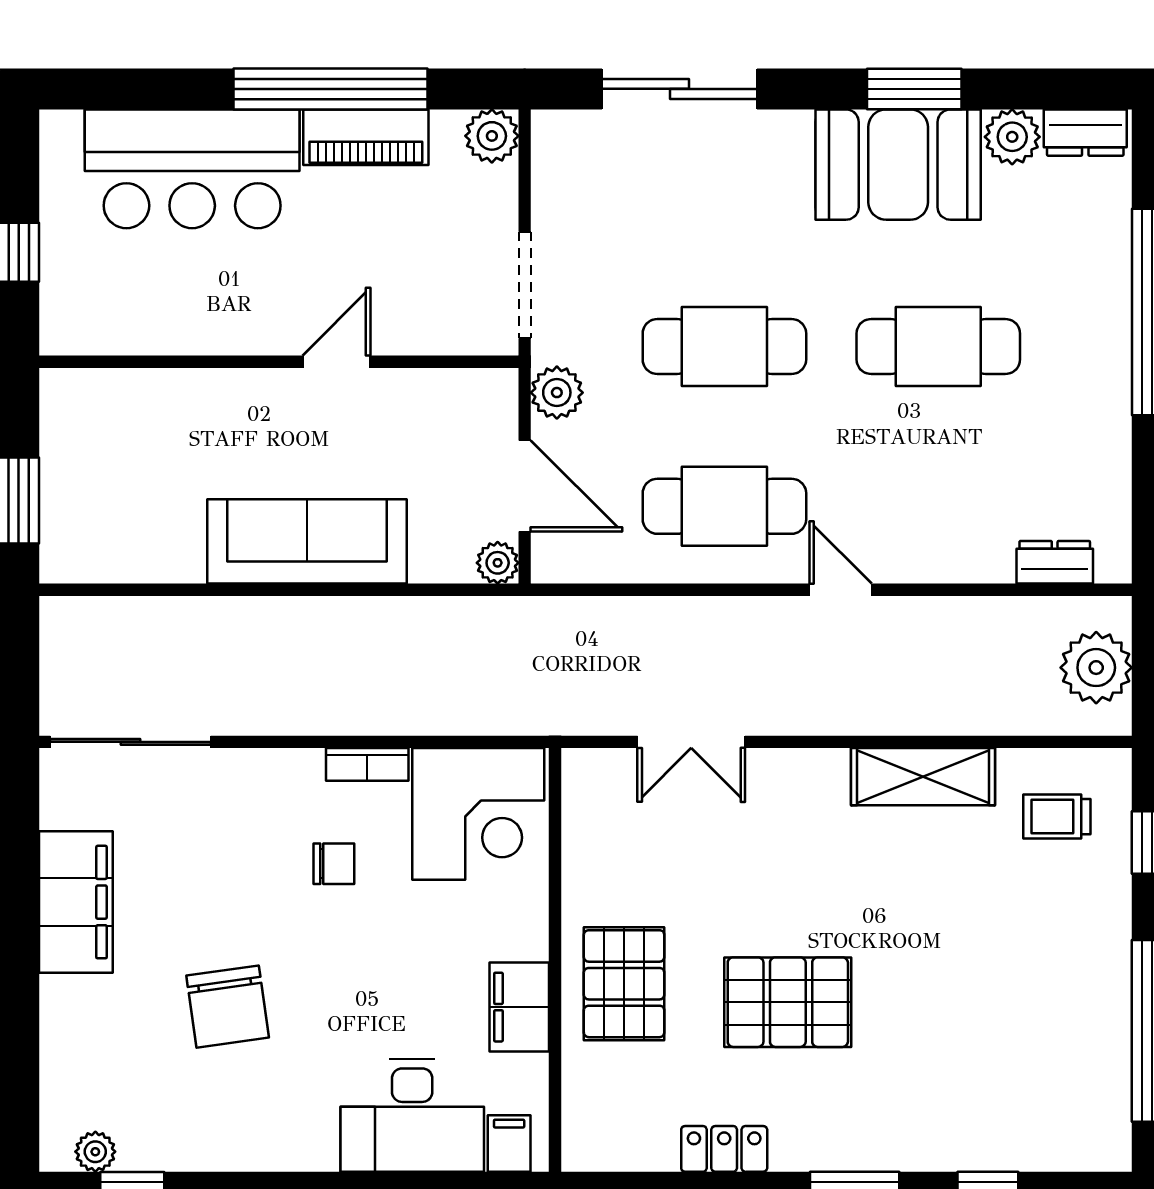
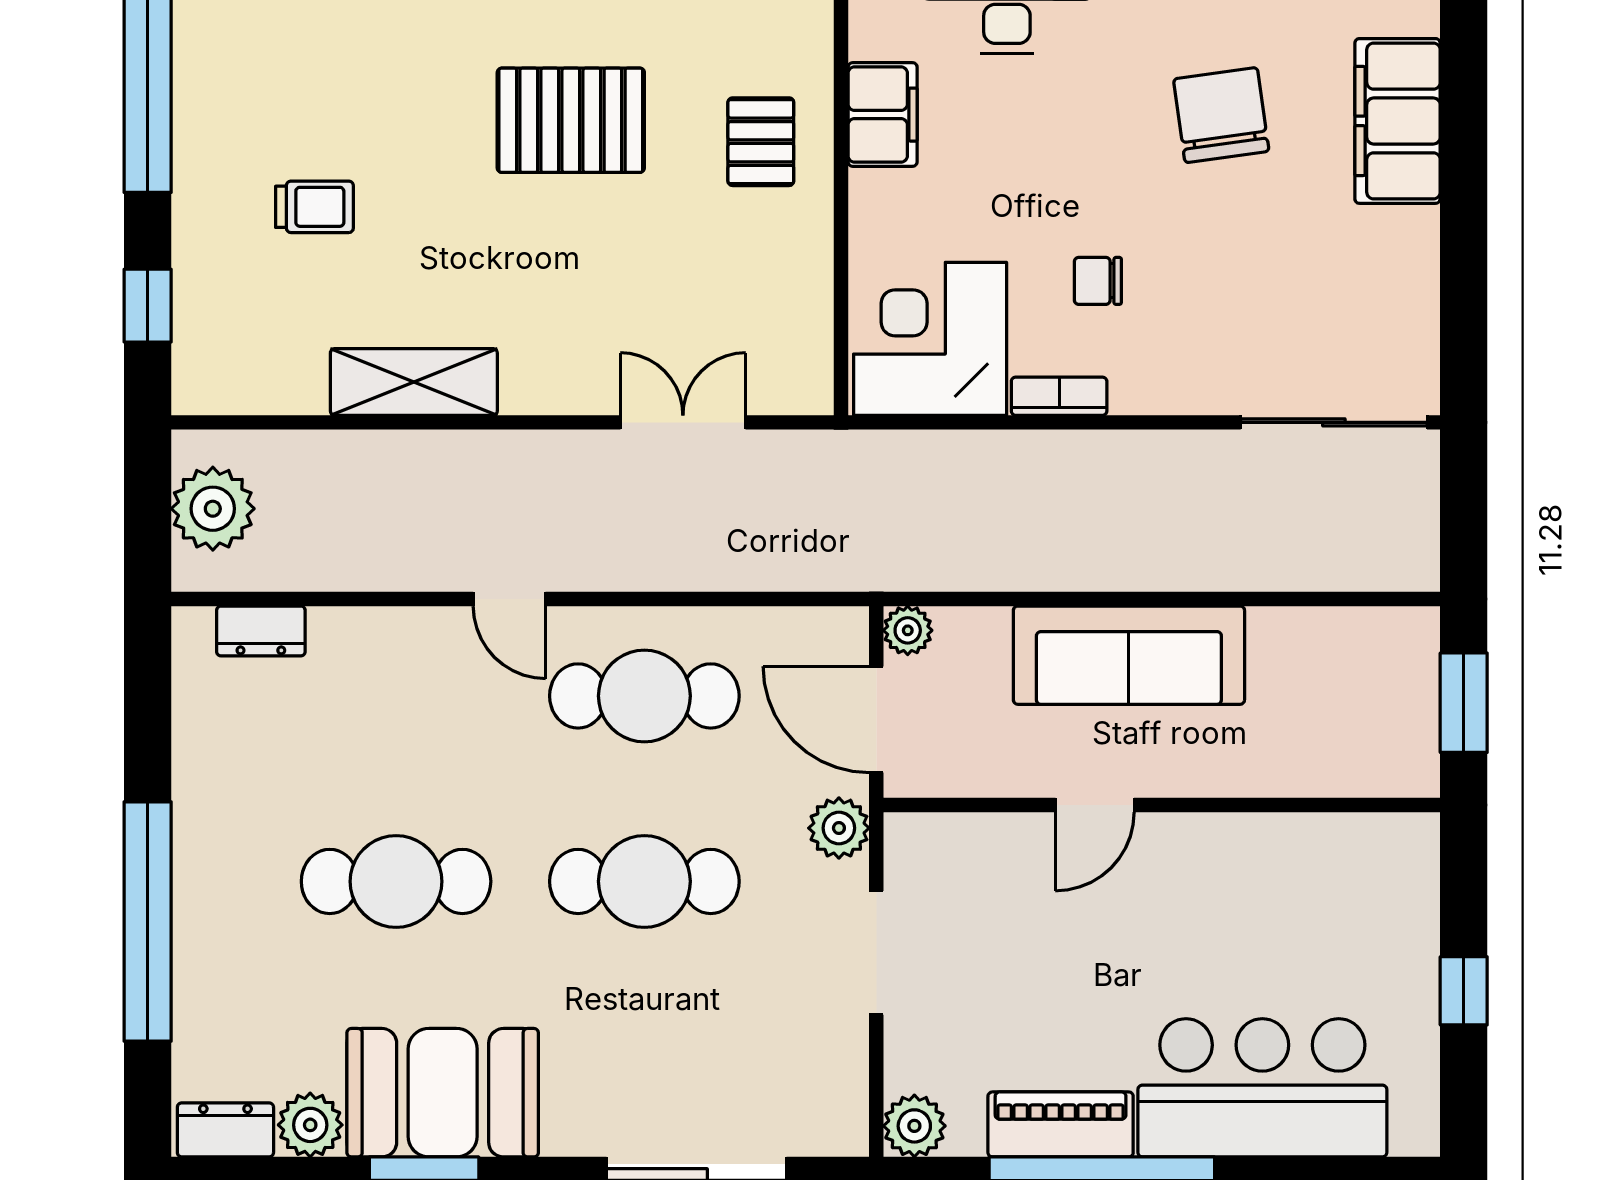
wall: (279, 362) -> (1162, 805), moved
door: (336, 362) -> (1095, 805), moved
trolley: (1057, 817) -> (314, 207), moved
filing cabinet: (76, 902) -> (1397, 121), moved
pallet: (624, 984) -> (761, 142), width x0.67, depth x0.71

